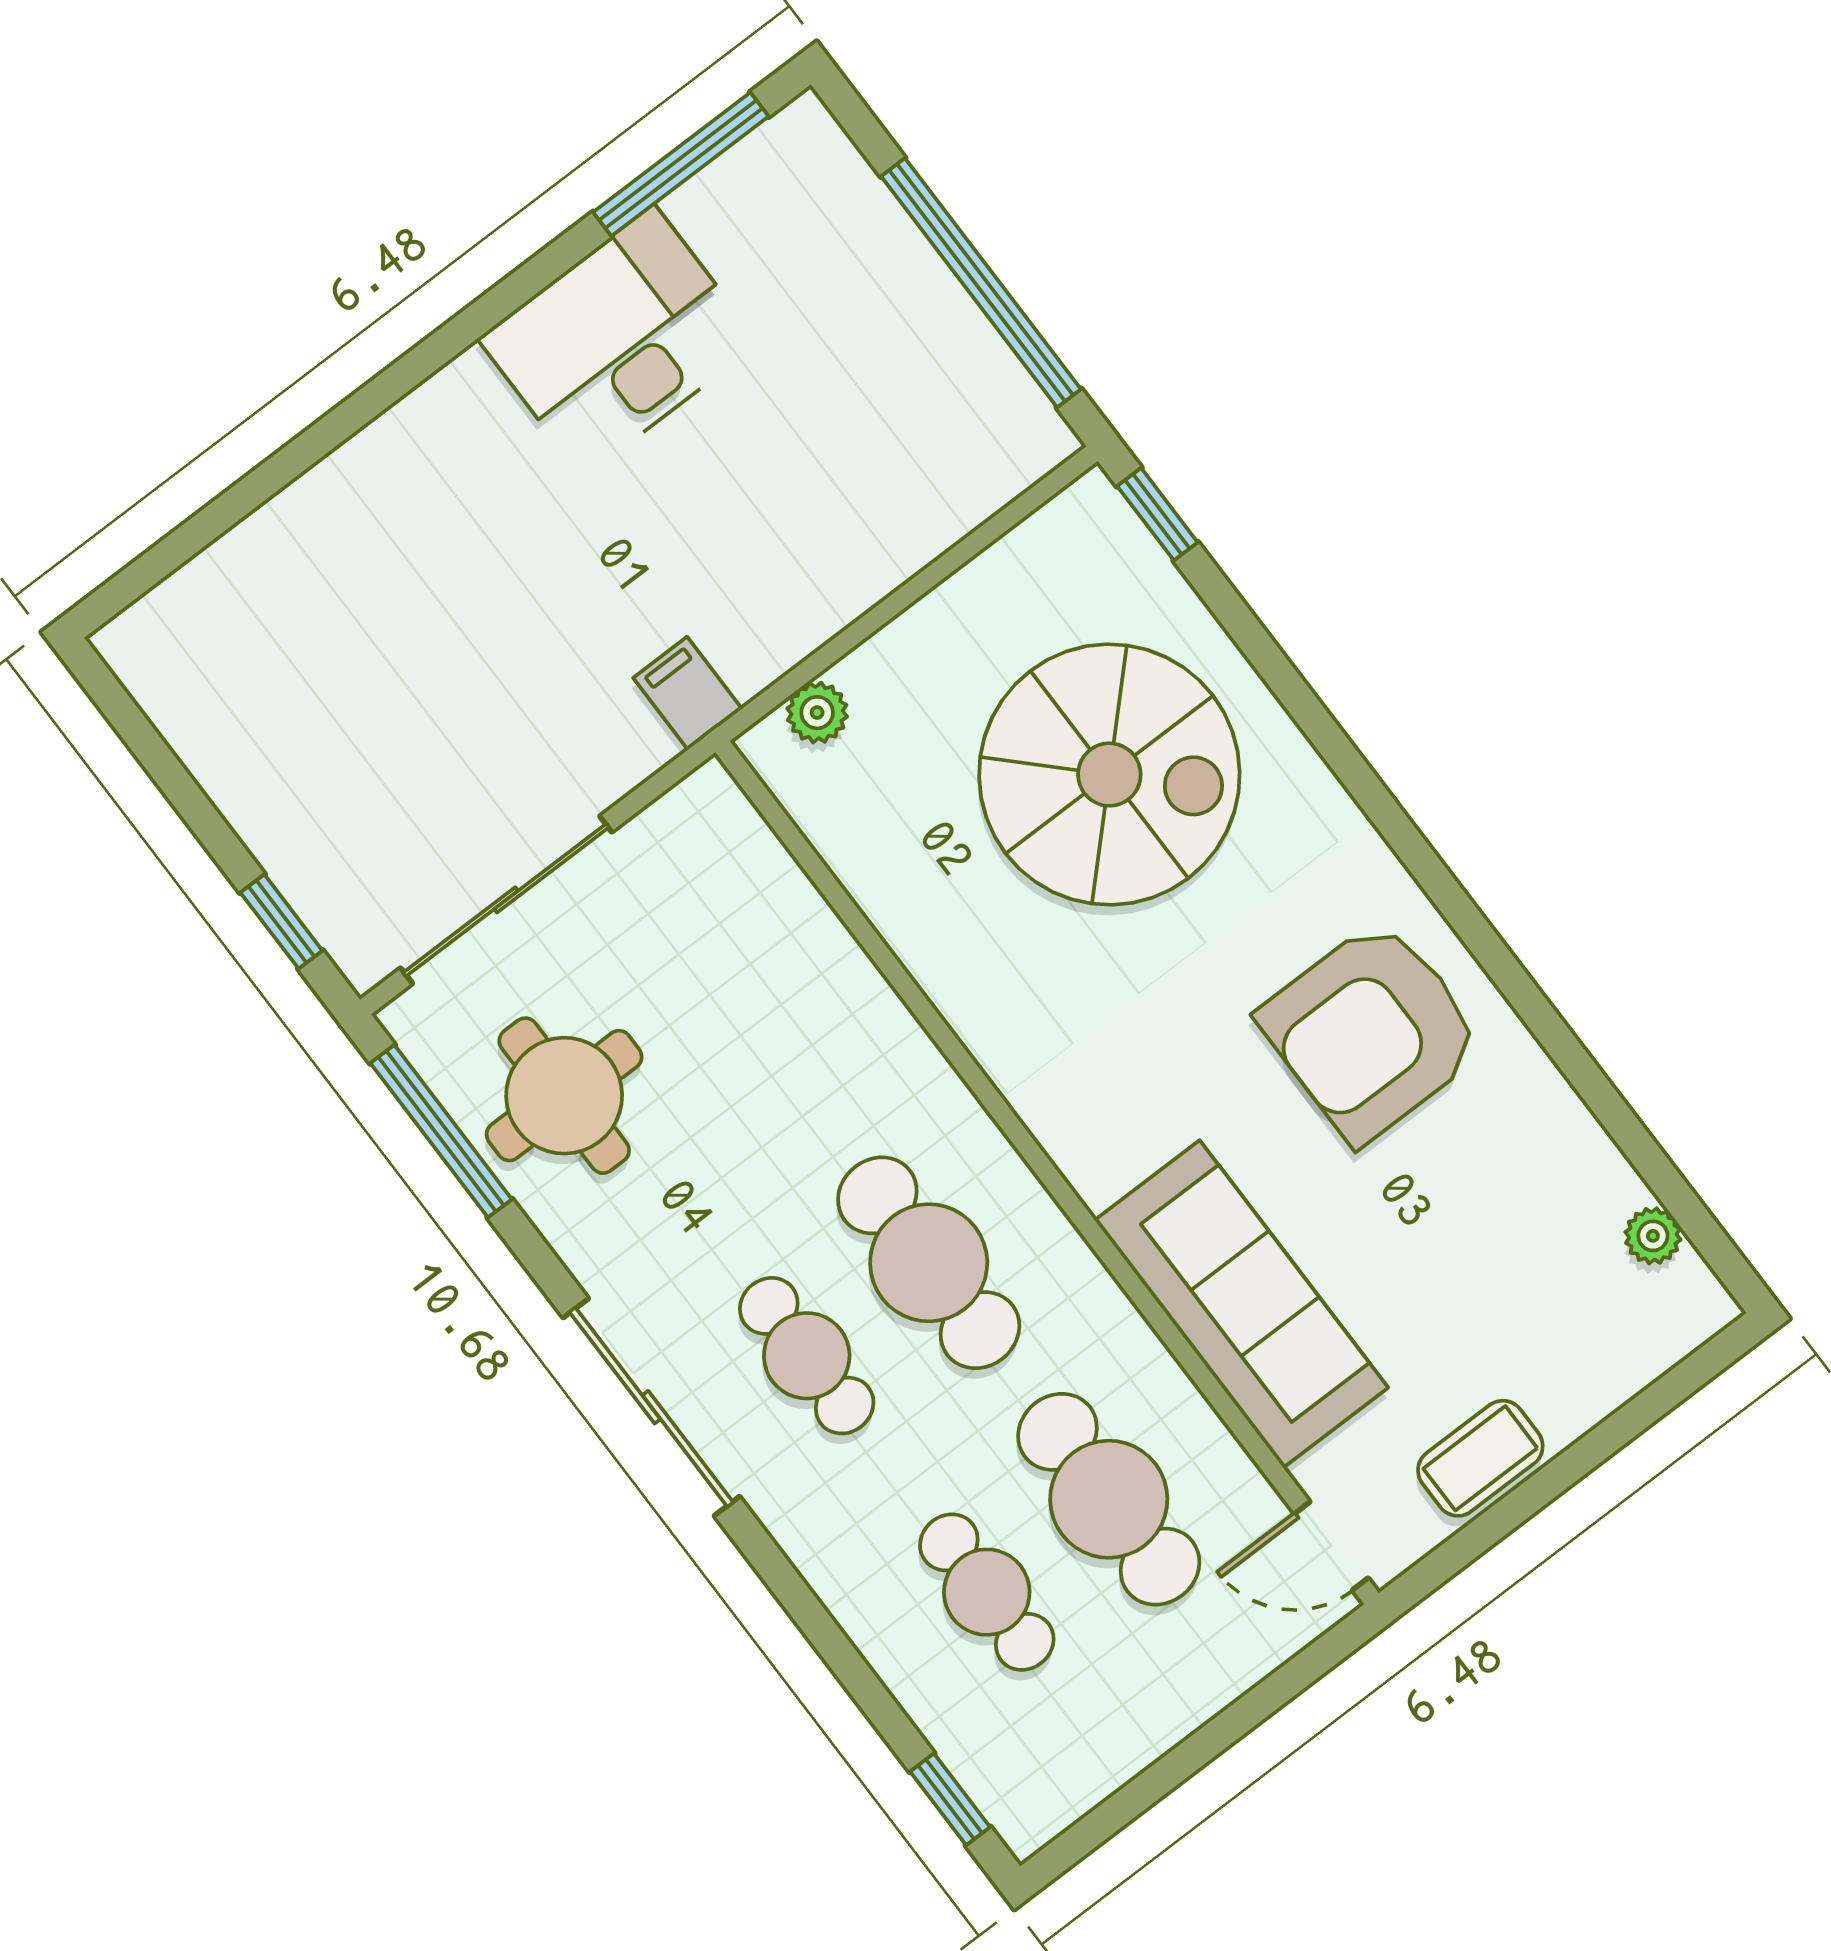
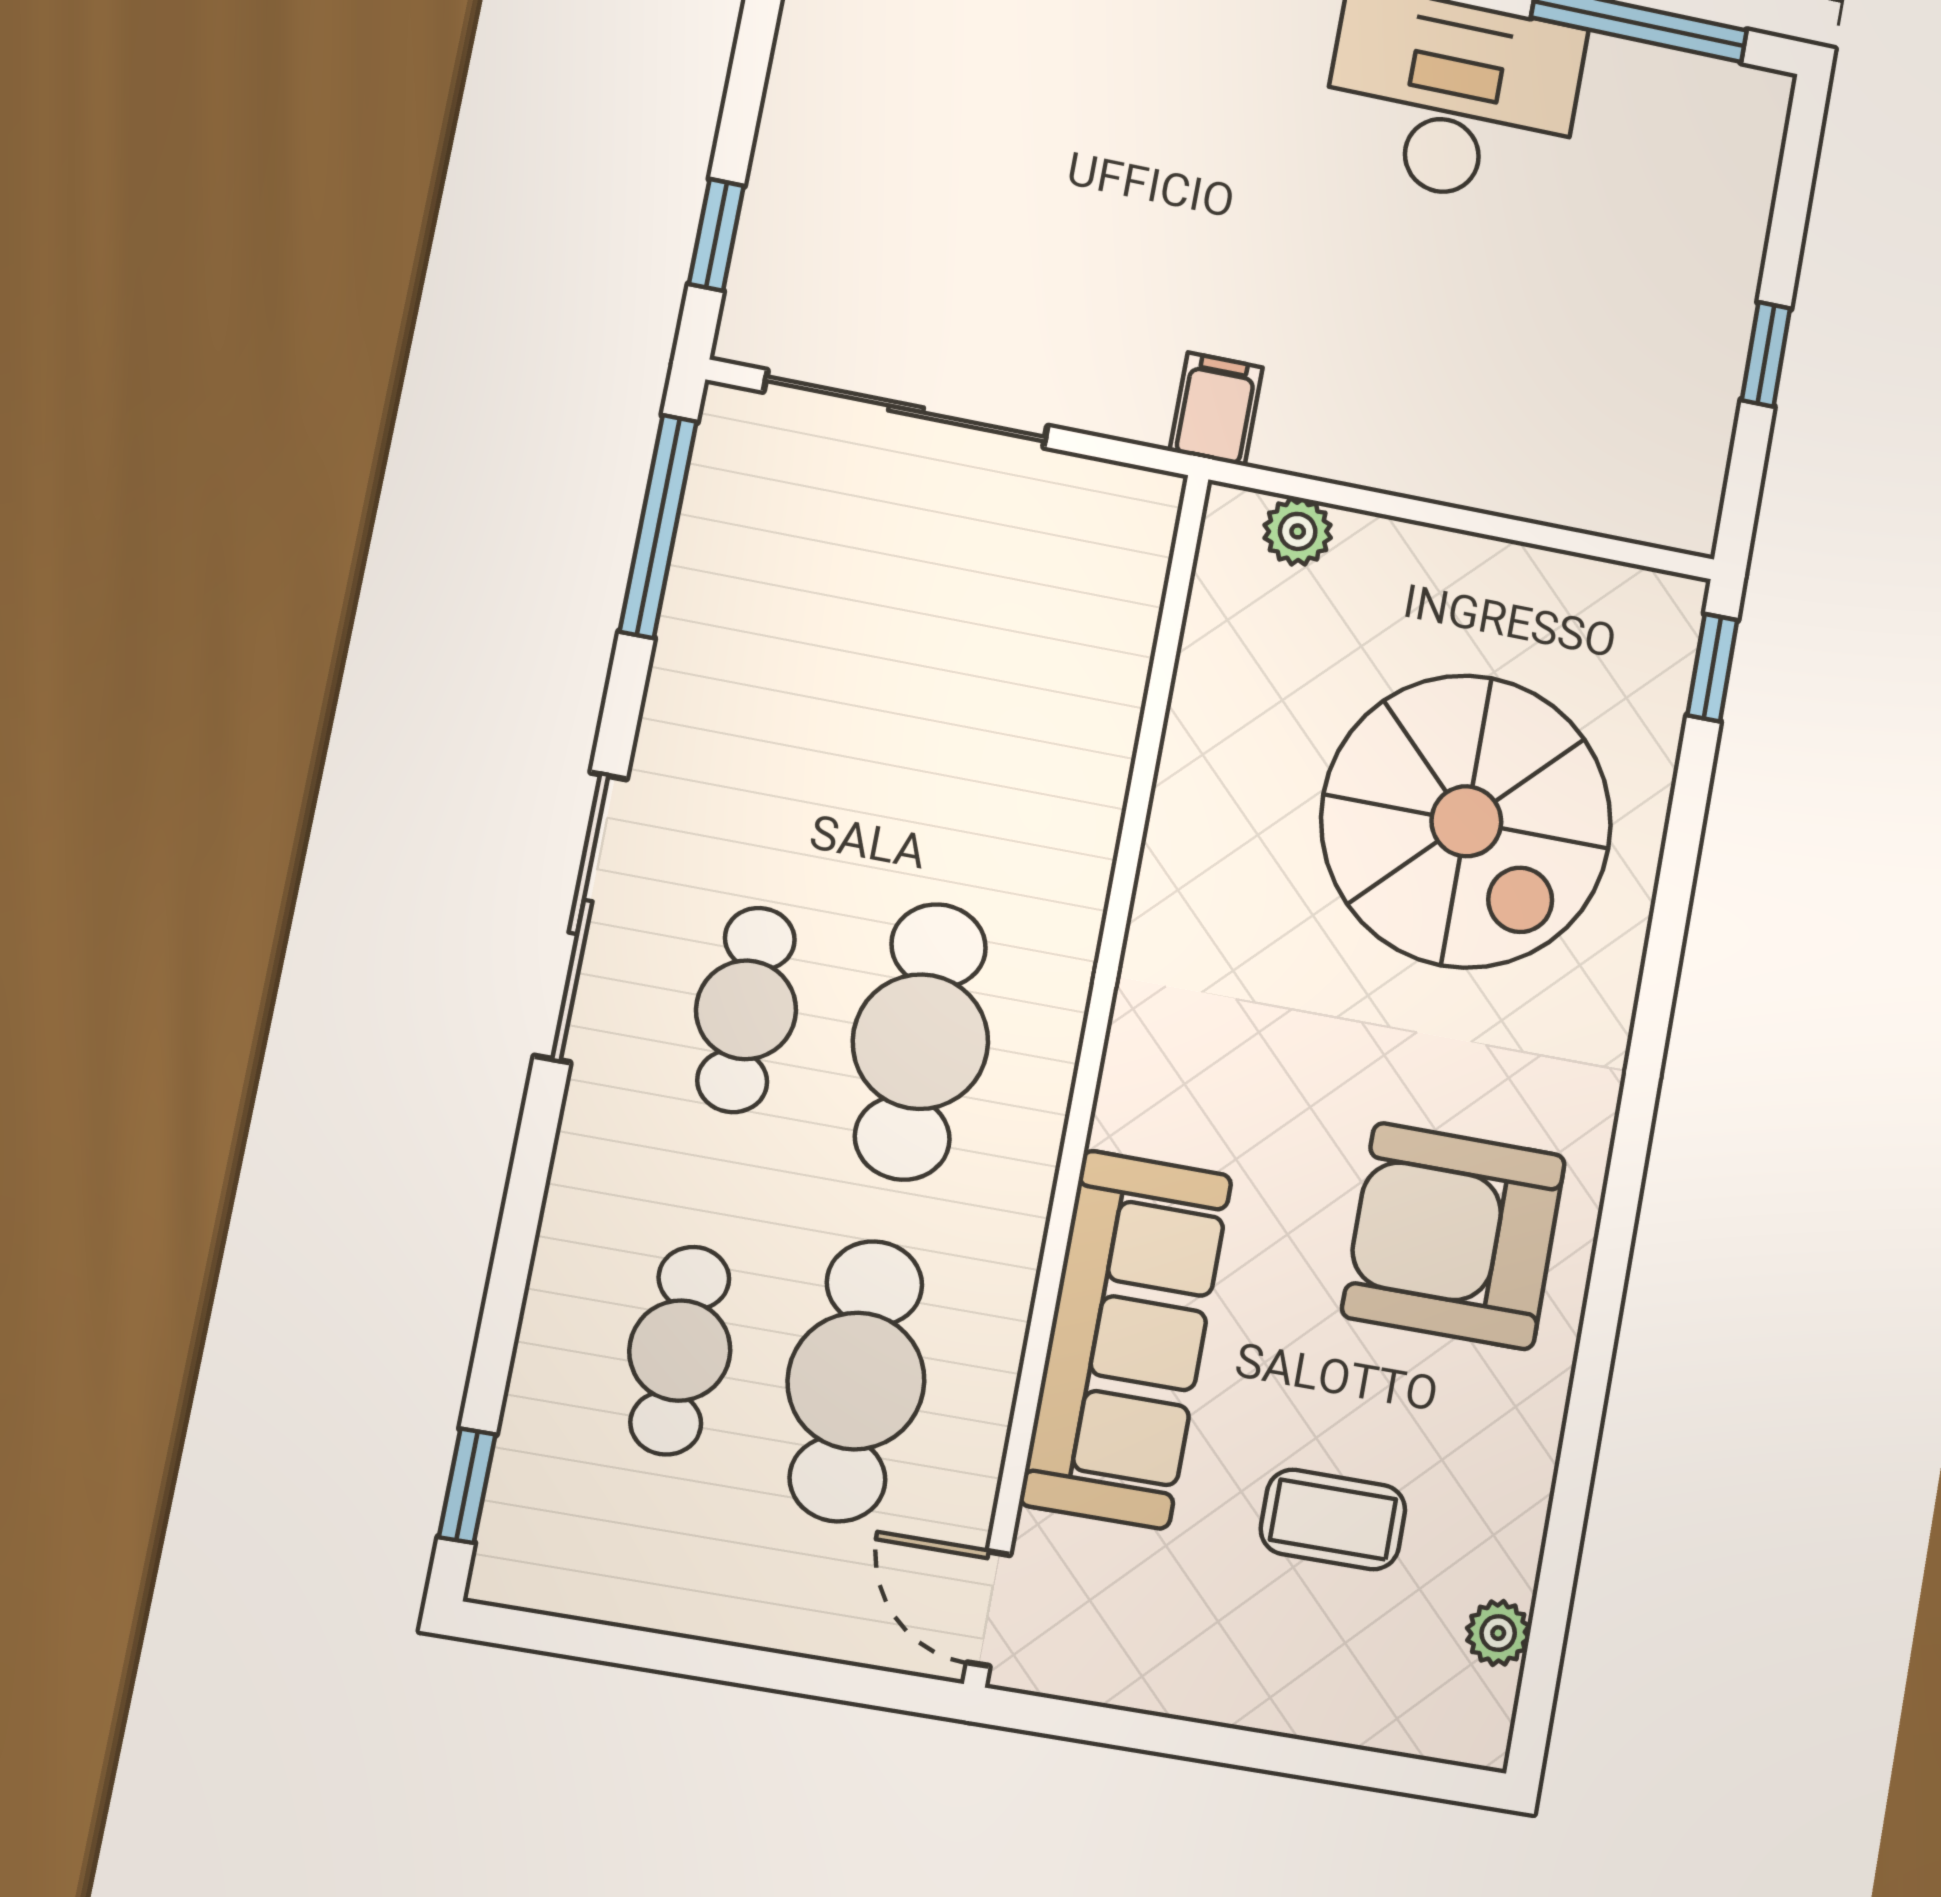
window: (981, 283) -> (1766, 354), width x0.32
round table: (564, 1096) -> (784, 604), removed
coffee table: (1480, 1458) -> (1333, 1520), moved

